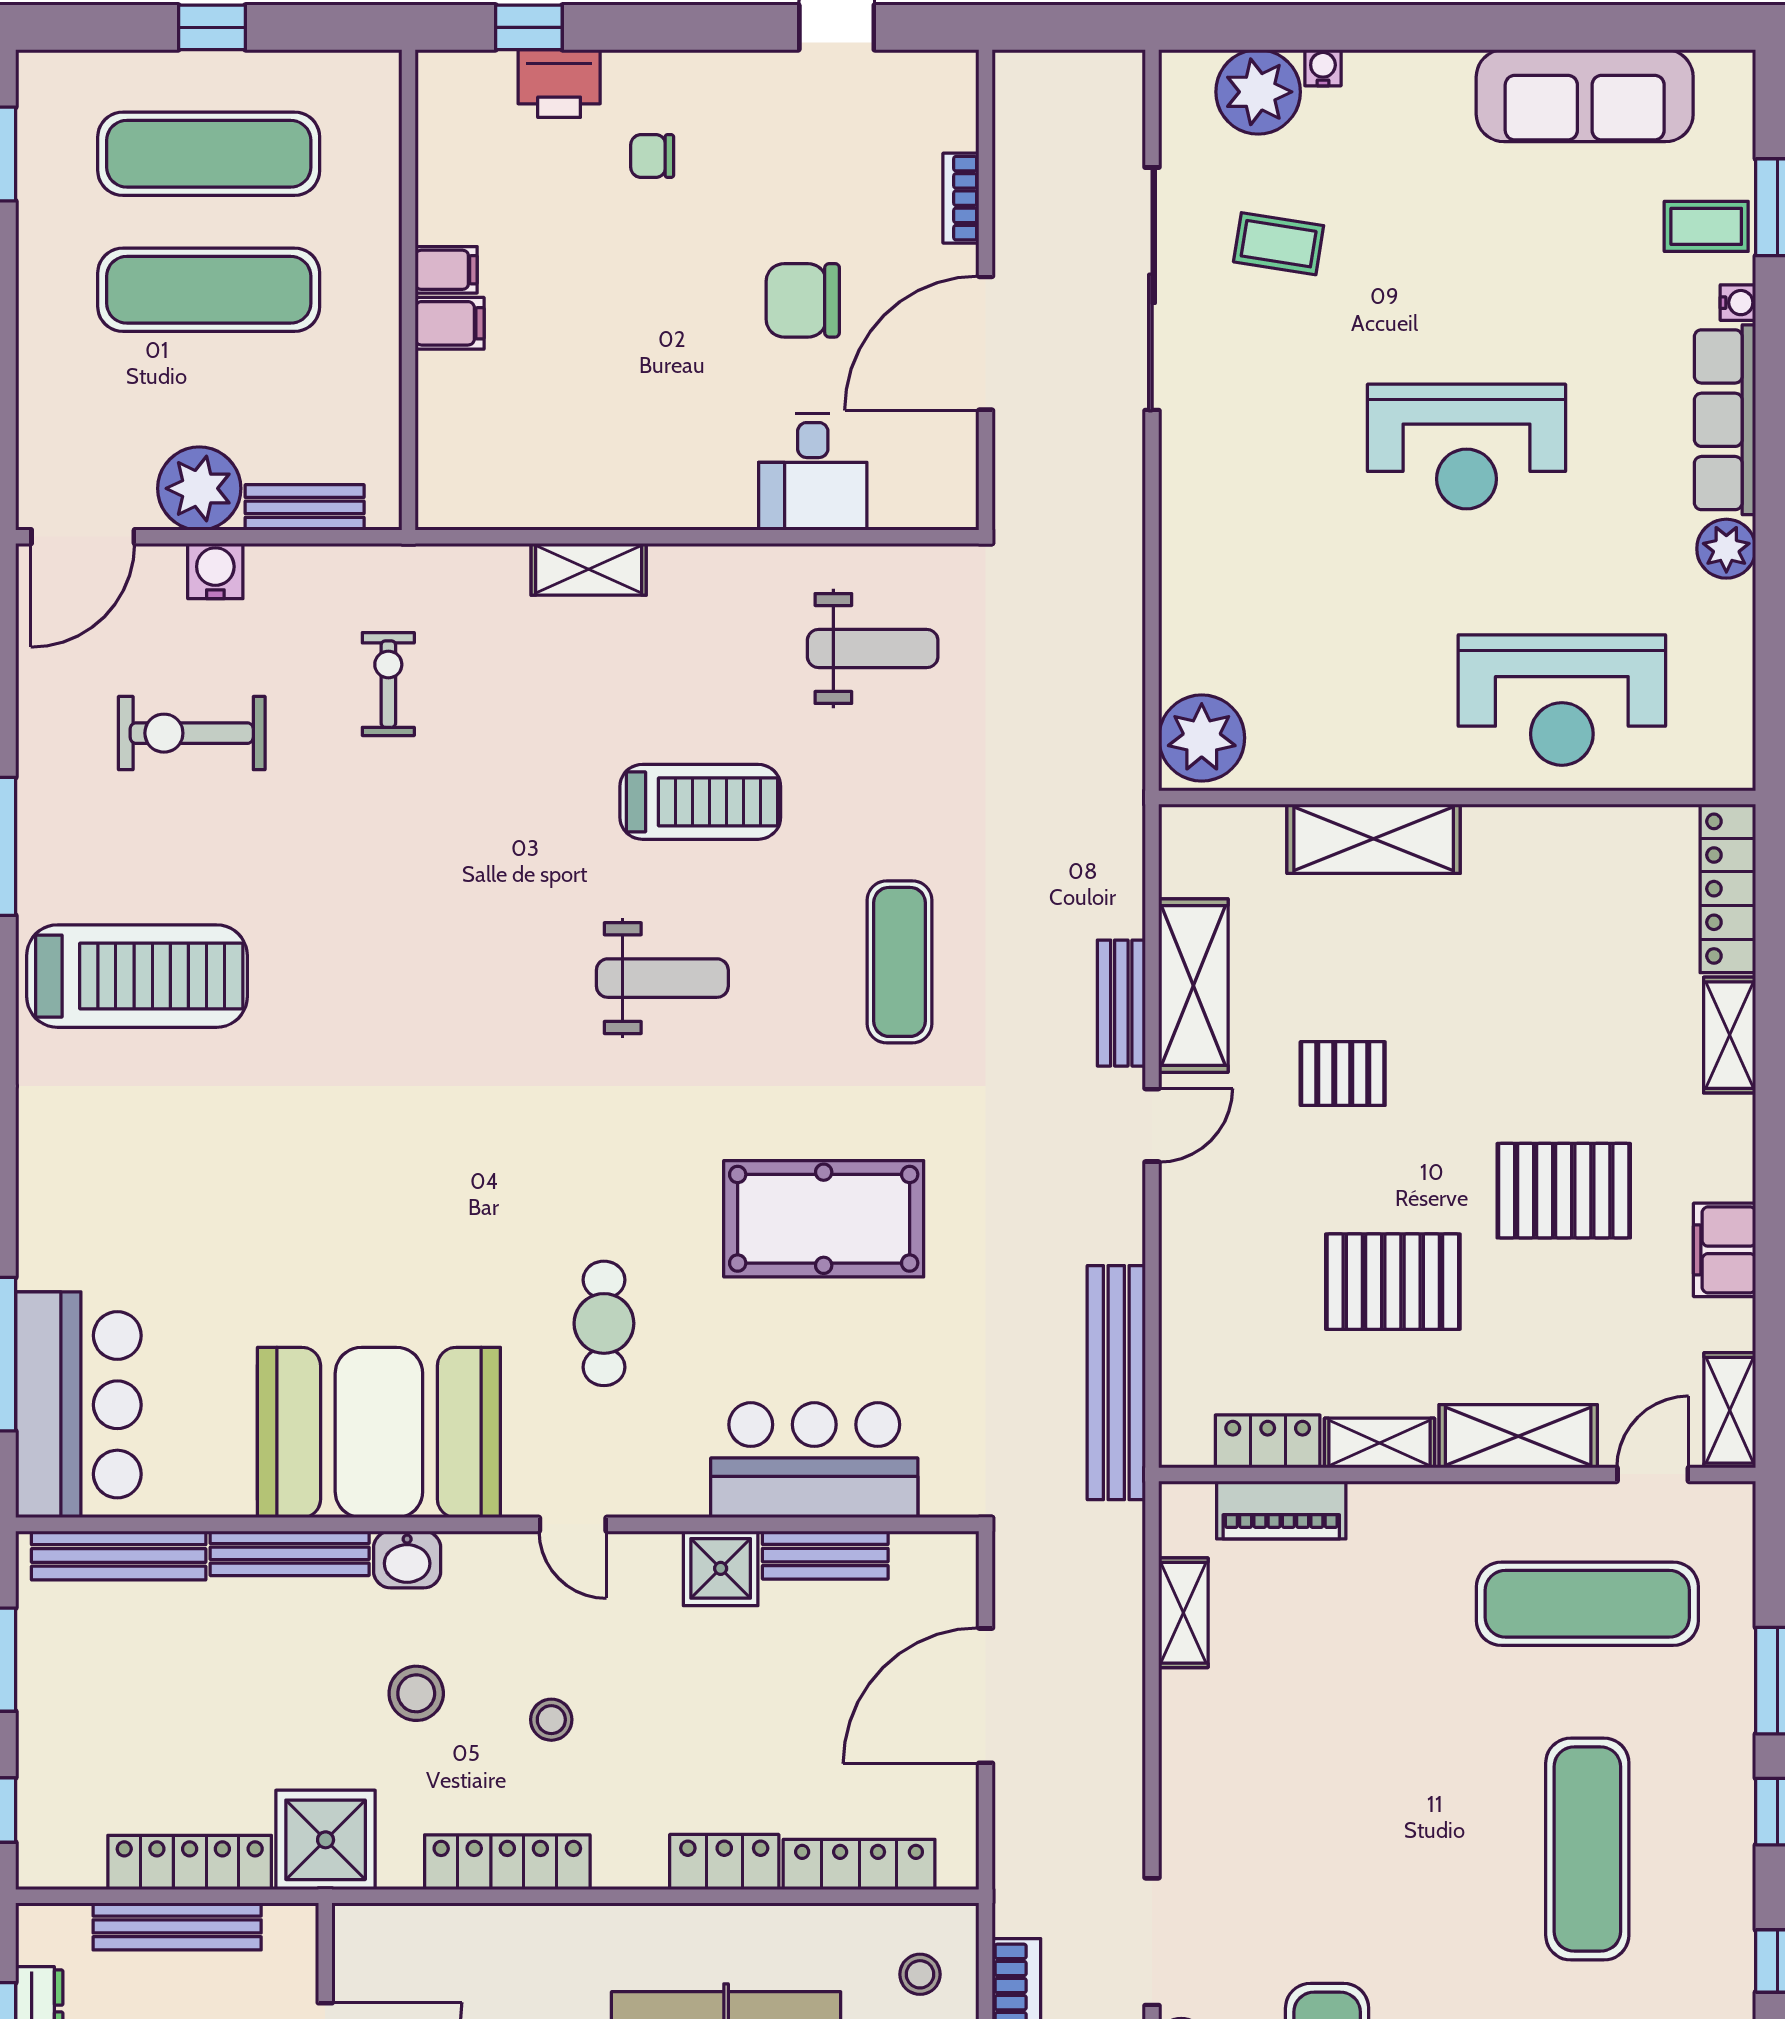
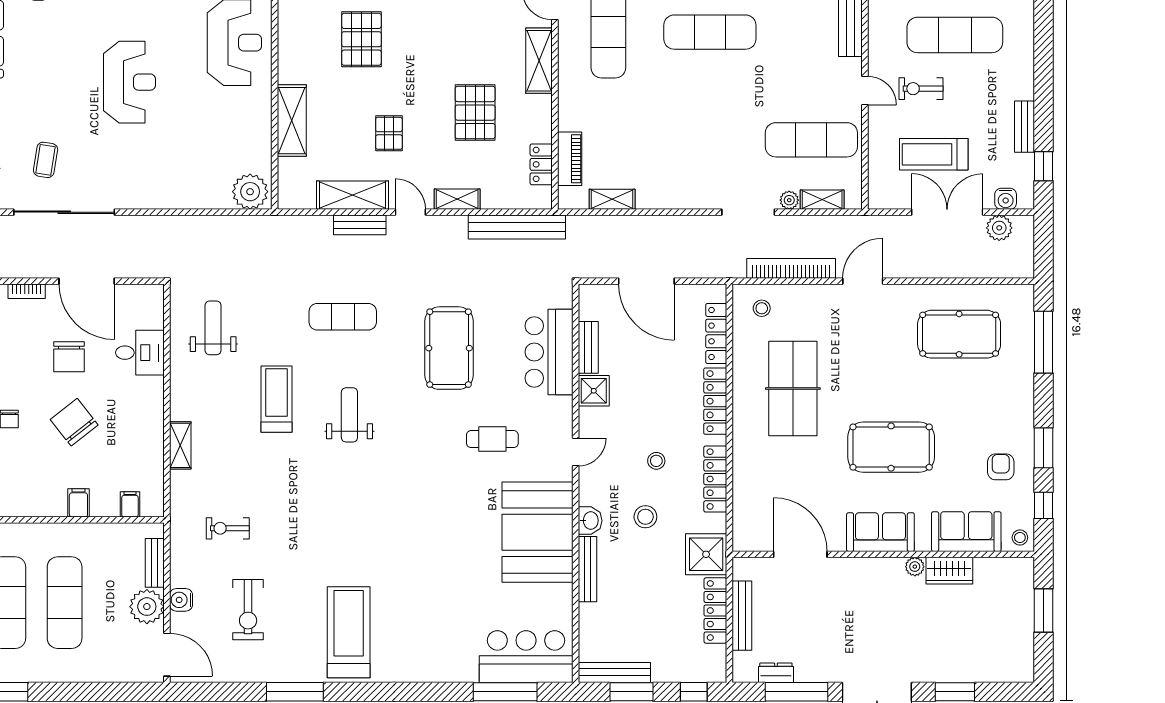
filing cabinet: (446, 270) -> (130, 504), moved
chair: (645, 313) -> (74, 422), added
pallet: (1564, 1191) -> (361, 39), moved
shelving: (1379, 1443) -> (457, 199), moved, turned 90
bench: (119, 1555) -> (614, 672), moved, turned 90
locker: (724, 1862) -> (715, 401), width x1.53

